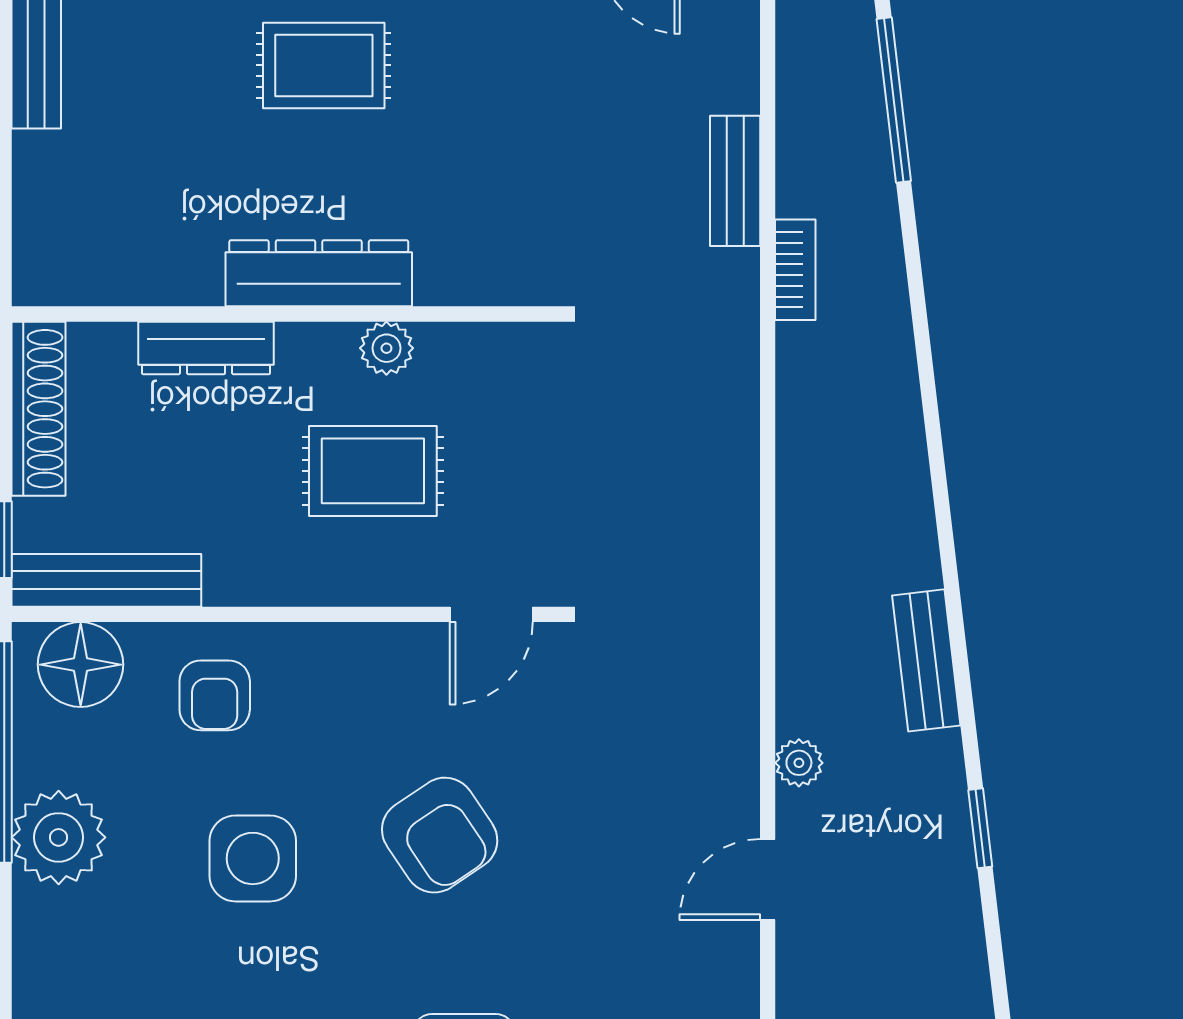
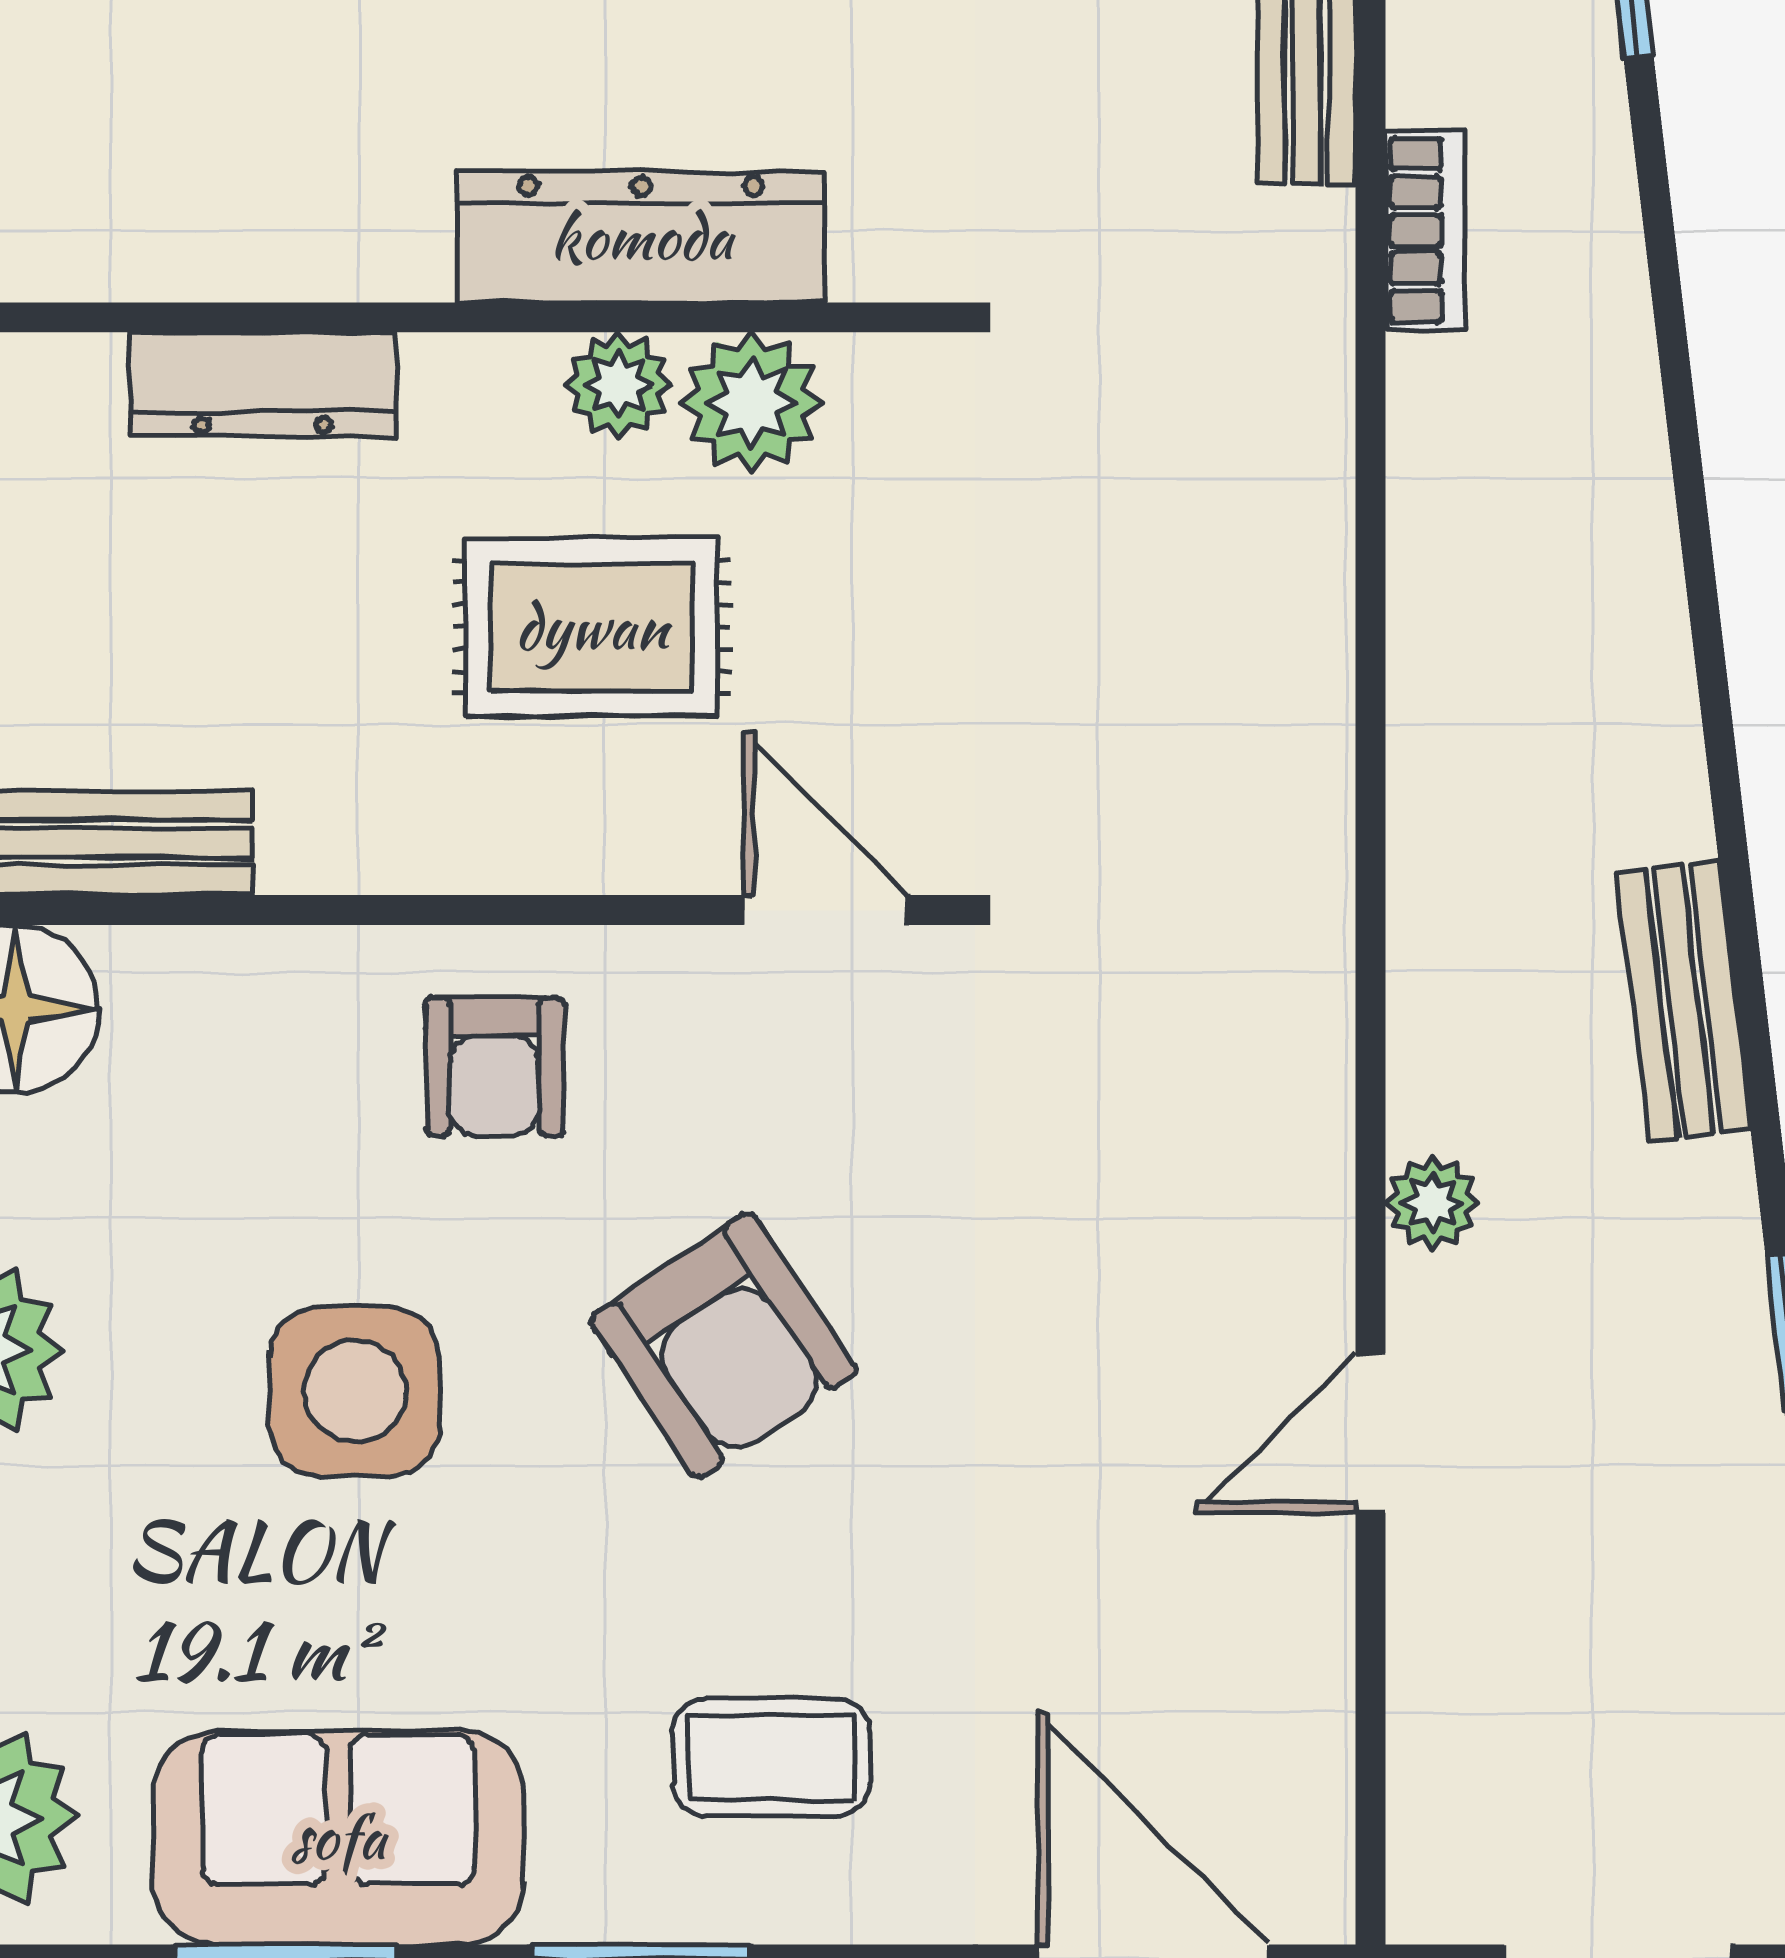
dresser: (319, 273) -> (641, 237), moved
plant: (454, 357) -> (752, 403), added
door: (491, 614) -> (825, 910), swing flipped
armchair: (215, 695) -> (494, 1067), moved

